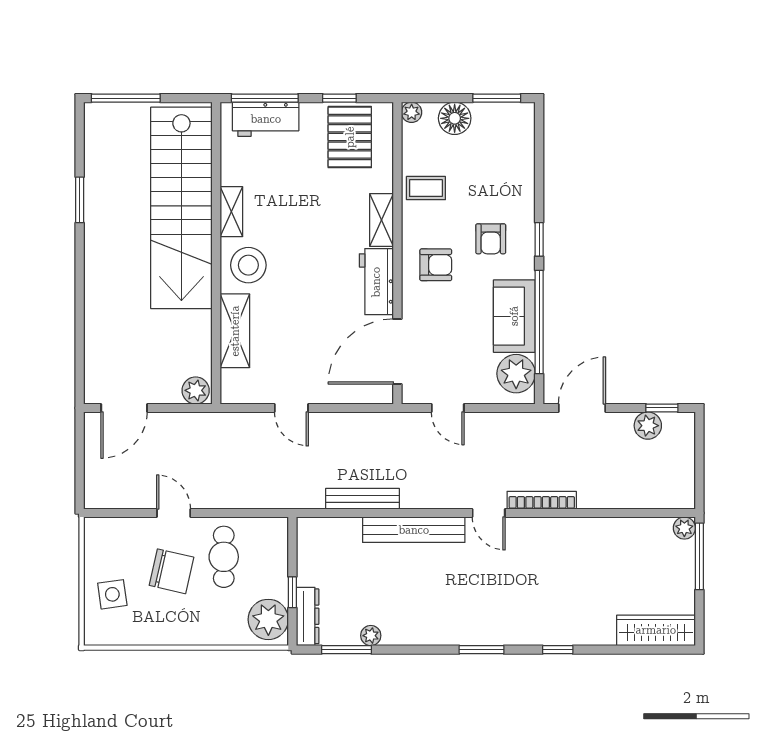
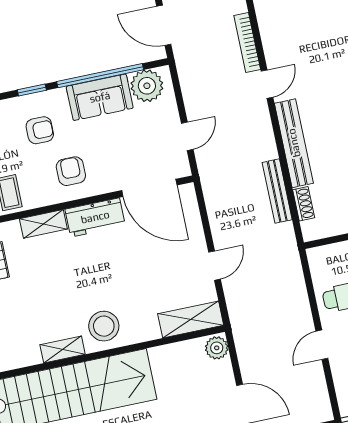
shelving: (235, 331) -> (191, 320), moved
shoe rack: (341, 526) -> (304, 204), added

